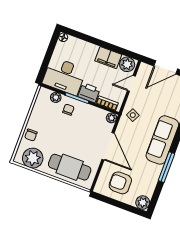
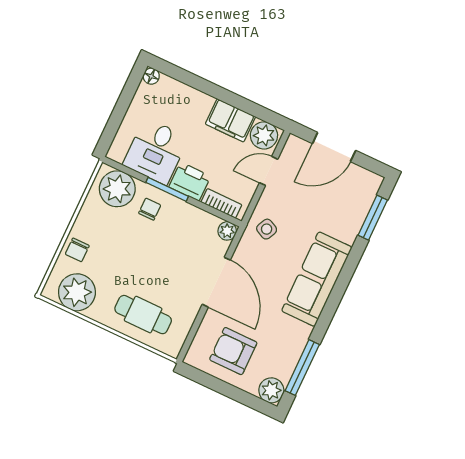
desk: (64, 76) -> (156, 151), width x0.73
plant: (56, 97) -> (117, 189), width x1.88, depth x1.88
cafe table: (70, 167) -> (143, 315), width x0.73, depth x0.74
window: (167, 167) -> (302, 368), moved

